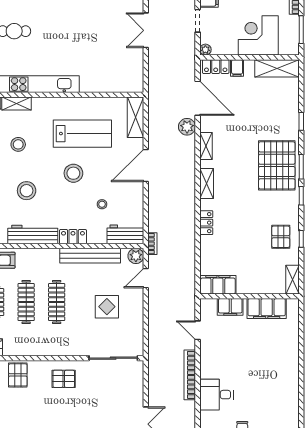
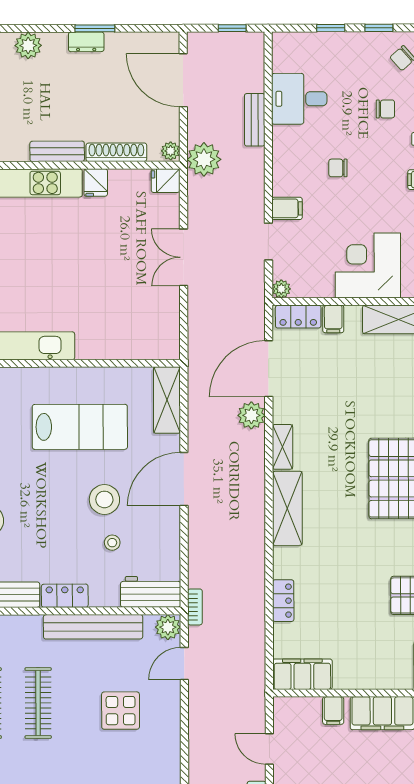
door: (198, 98) -> (269, 369), swing flipped
stool: (73, 173) -> (104, 499), moved
shelving: (207, 184) -> (287, 508), width x1.50, depth x1.33
locker: (206, 223) -> (283, 601), moved
filing cabinet: (230, 307) -> (333, 711), width x0.50

